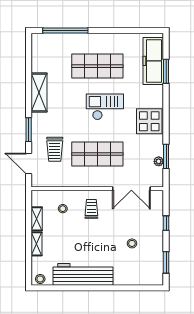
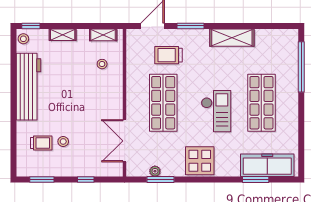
trolley: (91, 209) -> (41, 143), moved
shelving: (37, 219) -> (103, 35), moved
window: (29, 272) -> (31, 26), added

